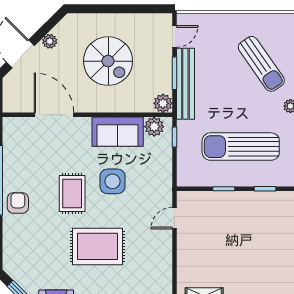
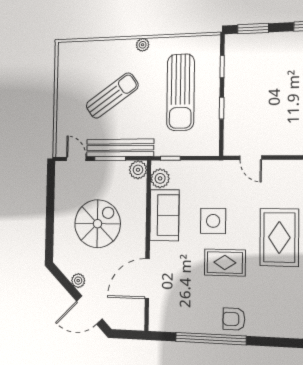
sun lounger: (261, 64) -> (112, 96), moved

